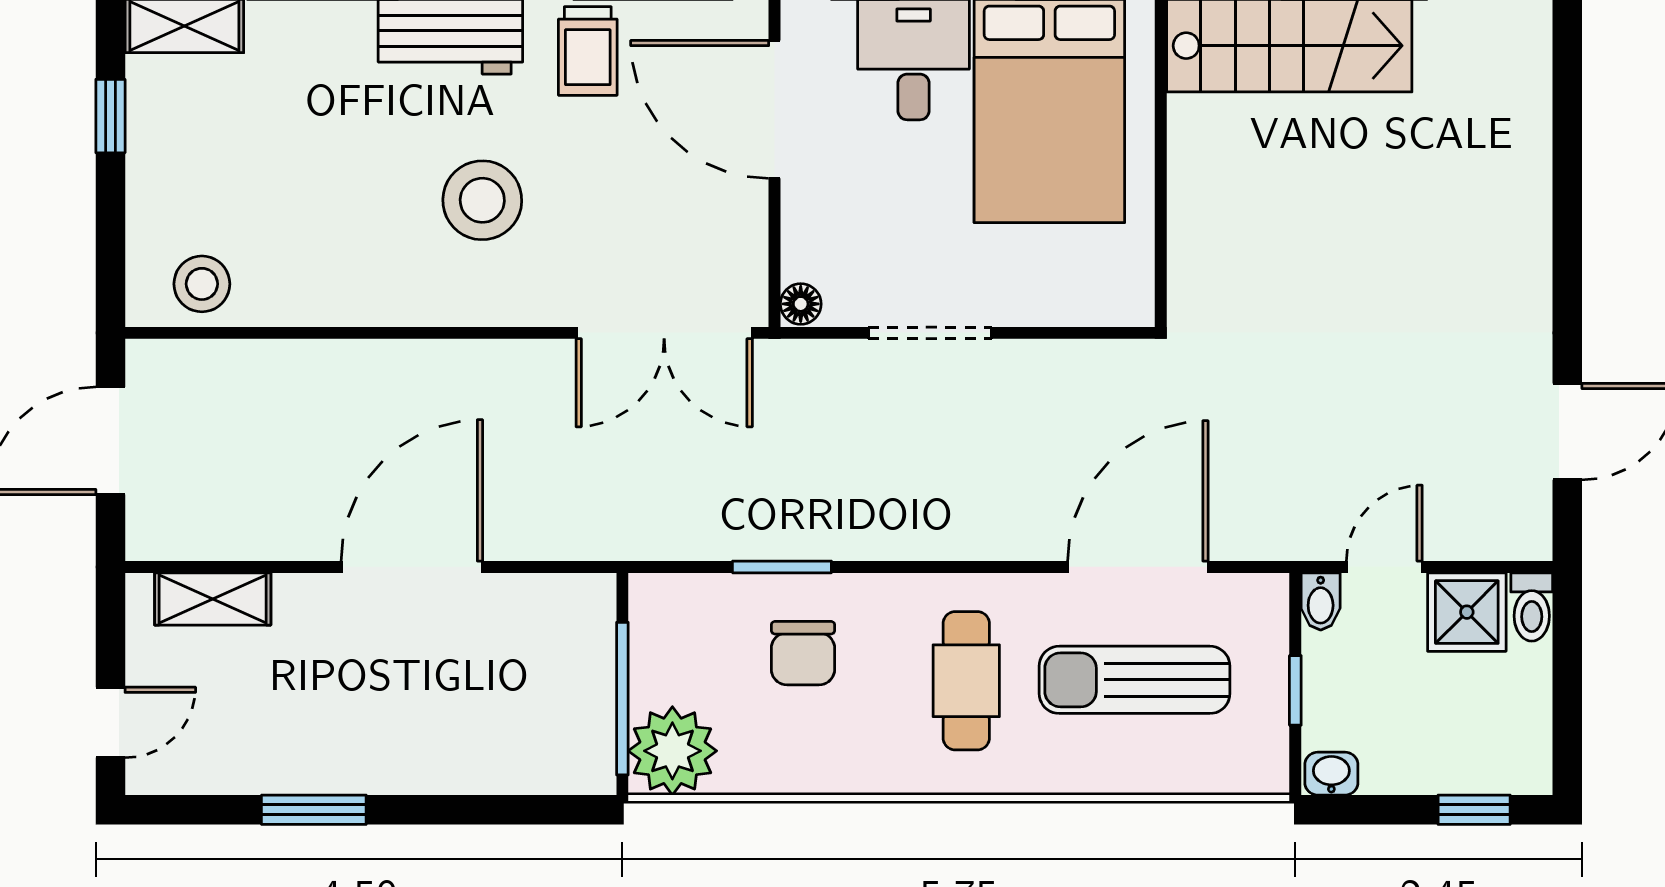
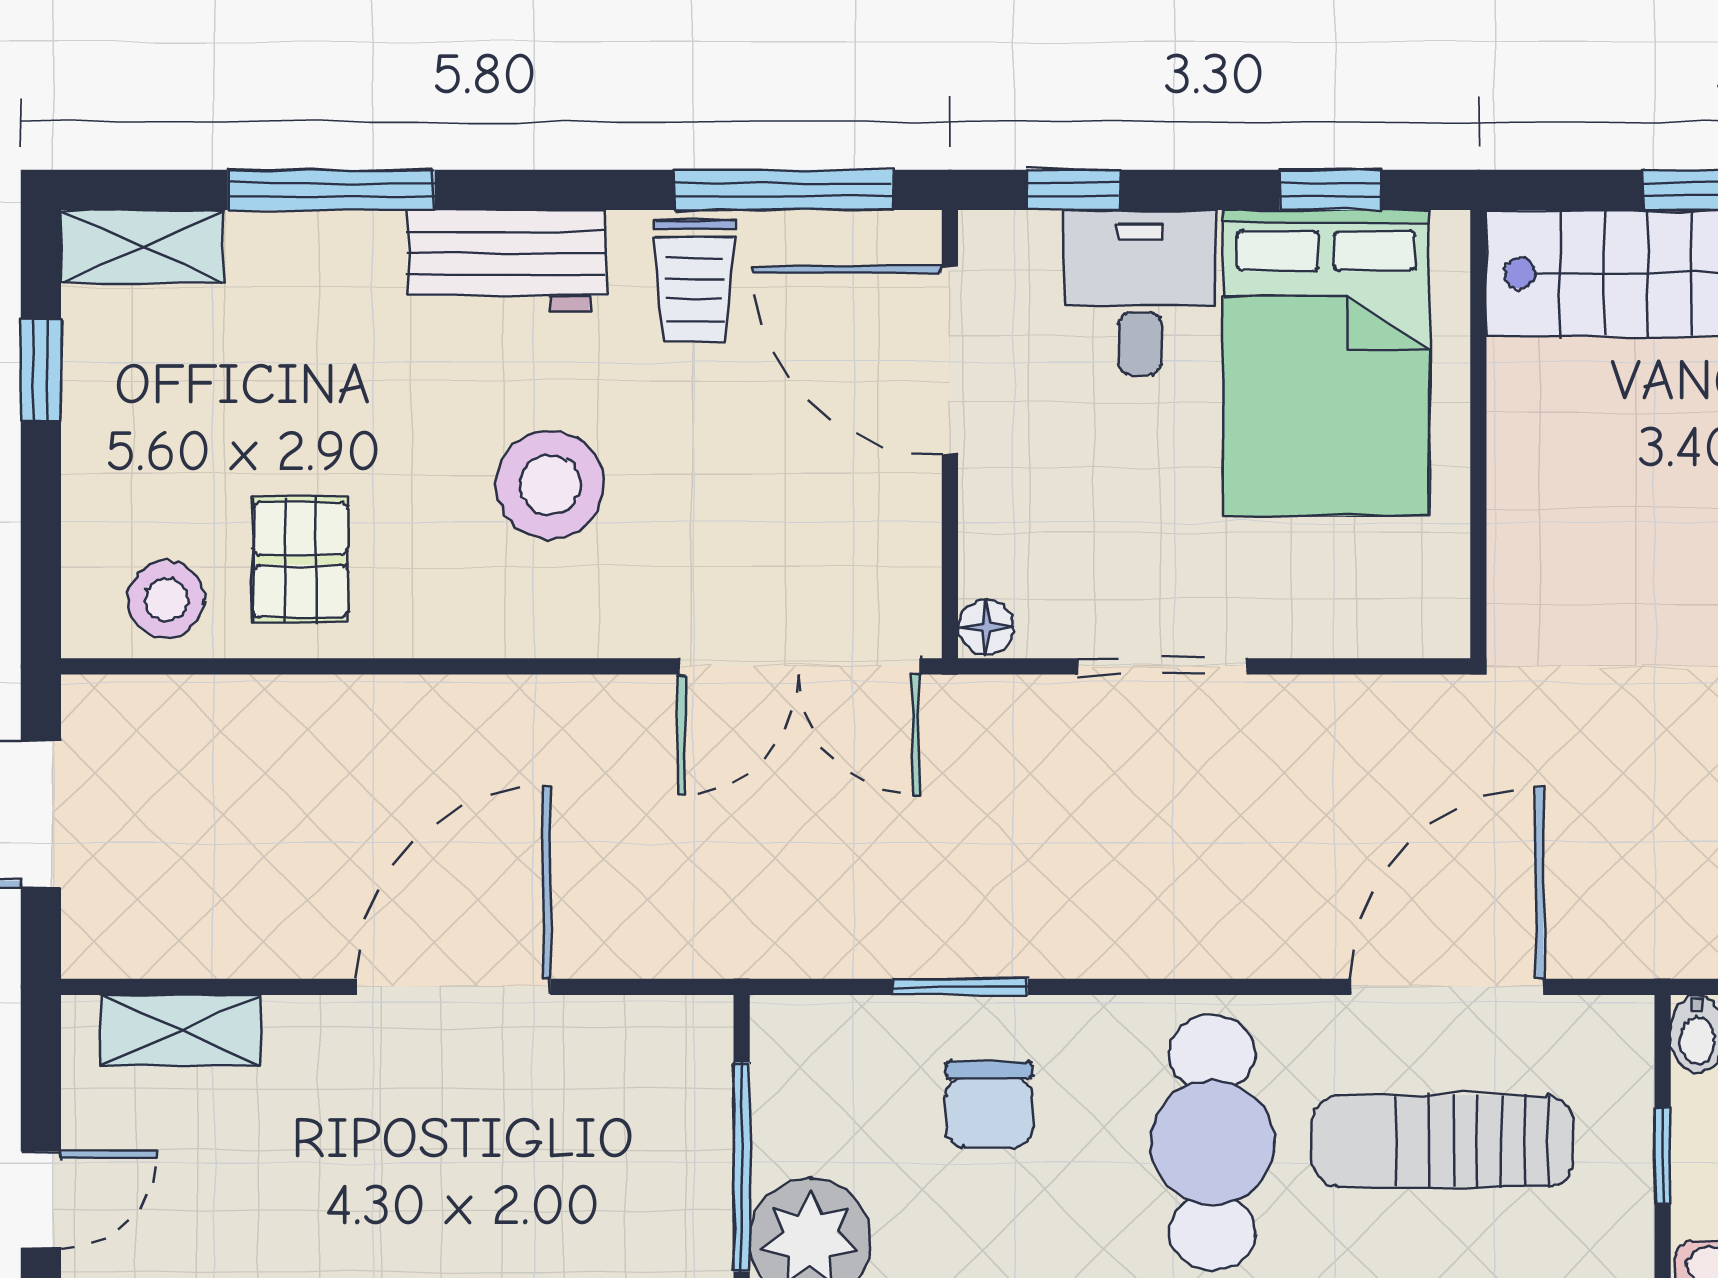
pallet: (300, 255) -> (300, 560), added
cafe table: (966, 681) -> (1212, 1143), width x1.37, depth x1.35

